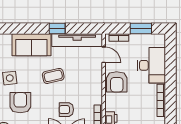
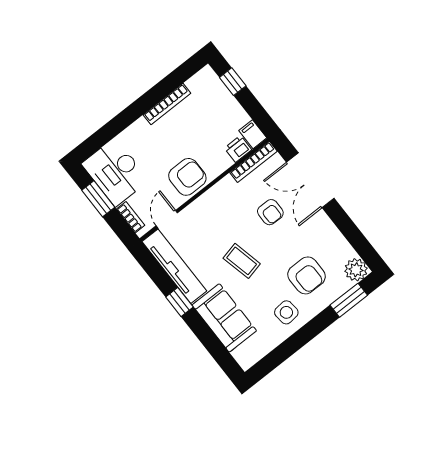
desk: (151, 65) -> (115, 172), moved, turned -90
armchair: (20, 103) -> (307, 275), turned -90

